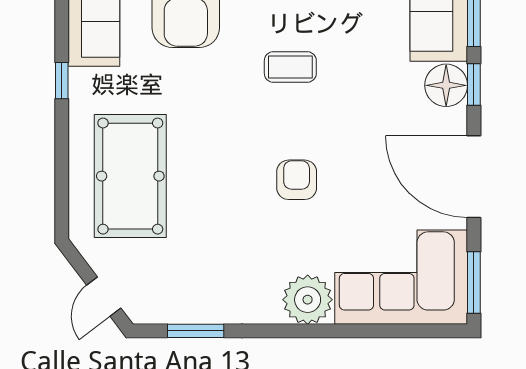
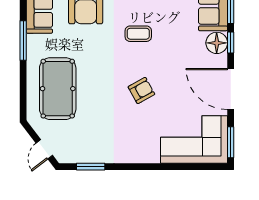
window: (62, 81) -> (23, 41), width x2.17
armchair: (297, 180) -> (141, 90), turned 61
plant: (308, 300) -> (147, 151), removed

